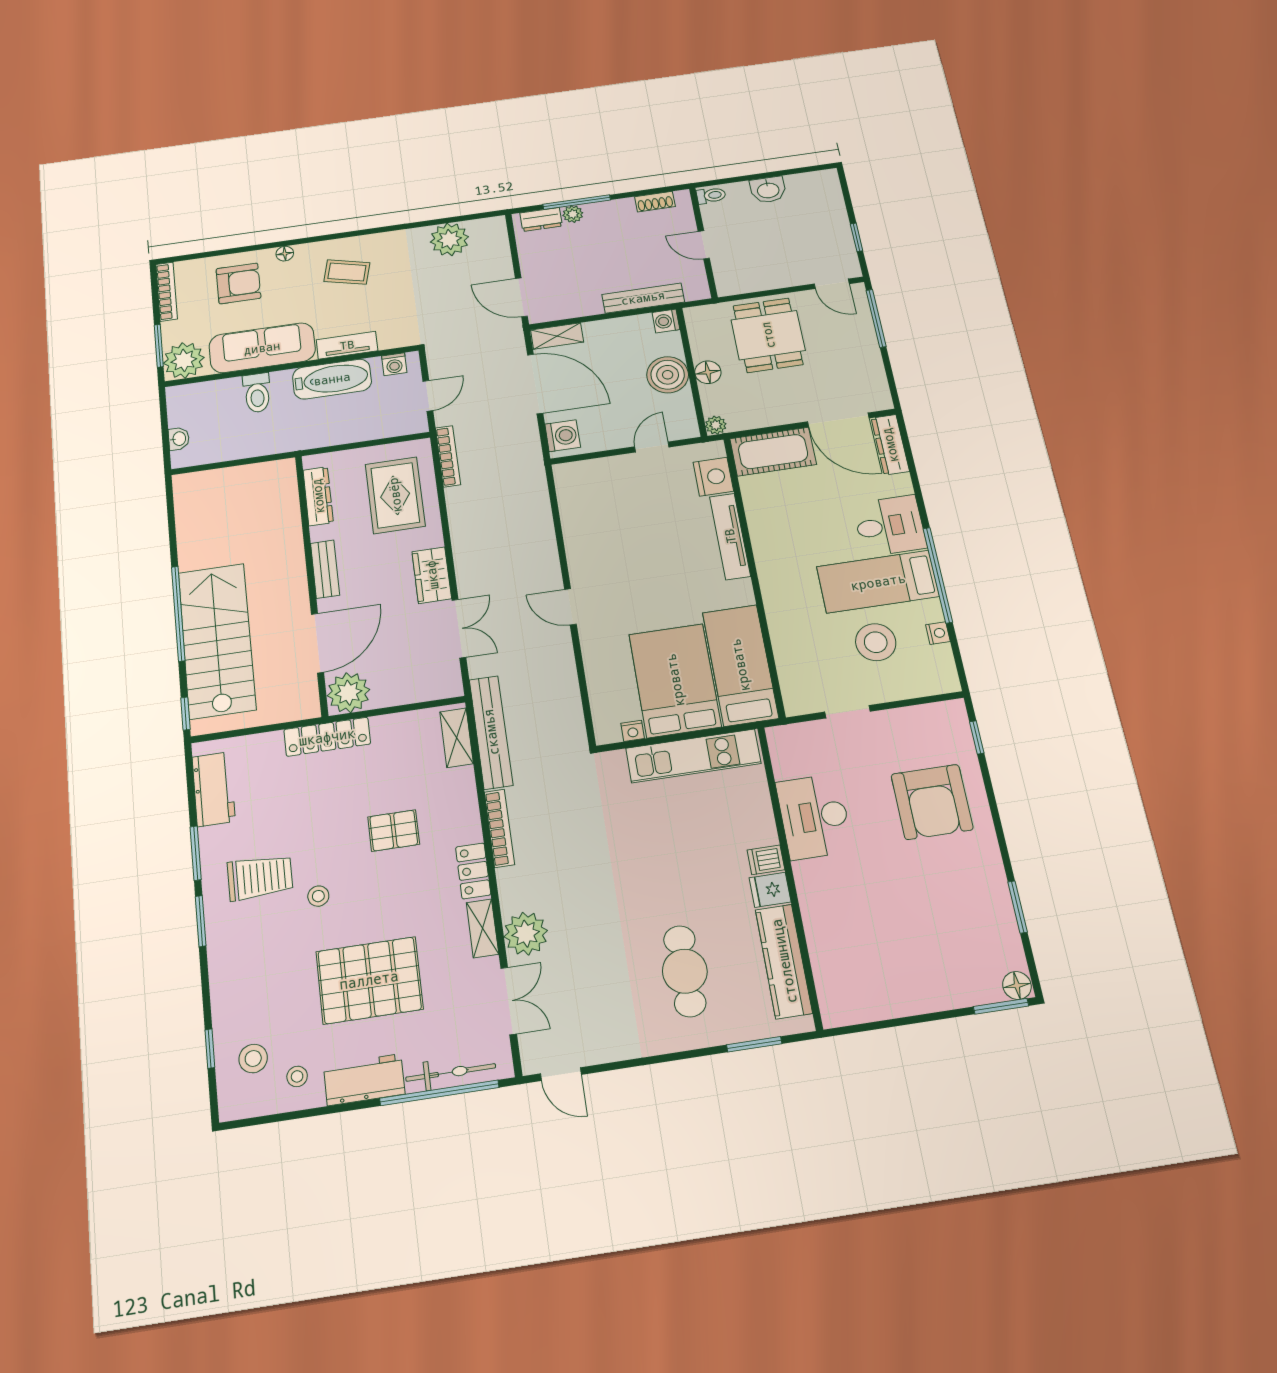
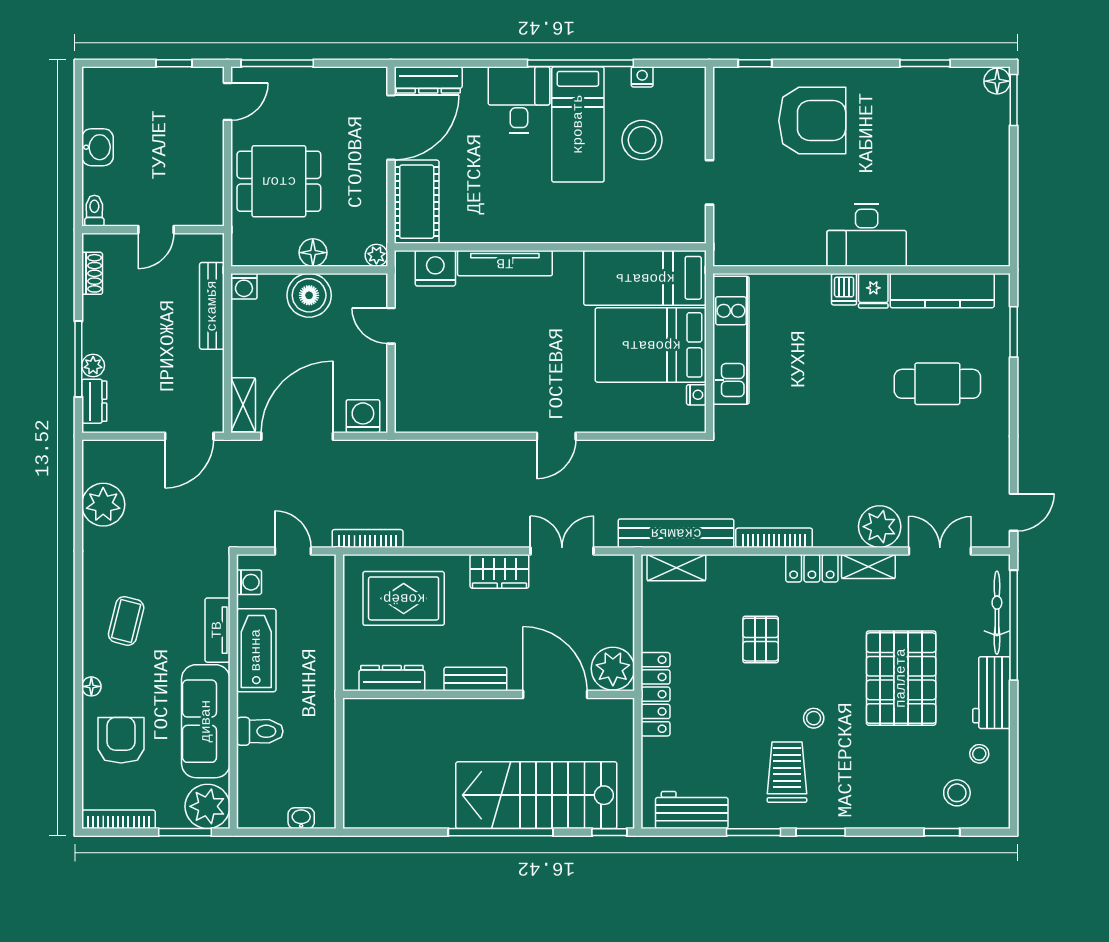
desk: (814, 817) -> (867, 235), moved

